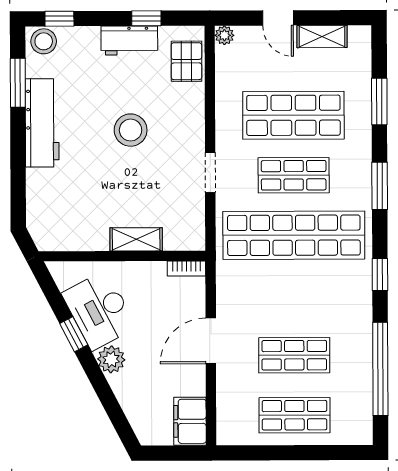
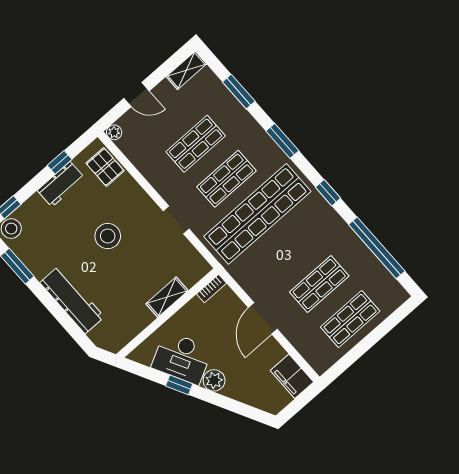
shelving: (322, 37) -> (186, 70), moved
shop shelf: (293, 115) -> (196, 144), width x0.70, depth x0.74
workbench: (42, 123) -> (72, 300), moved

